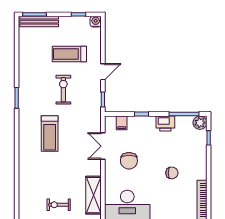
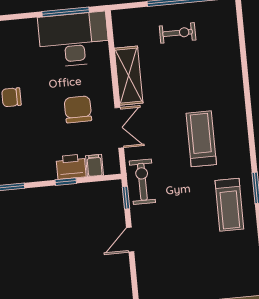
treadmill: (69, 54) -> (229, 205), moved, turned 90
exercise bike: (63, 90) -> (142, 182), moved, turned 180
printer: (165, 123) -> (71, 167), moved
shelving: (93, 195) -> (129, 76), moved

